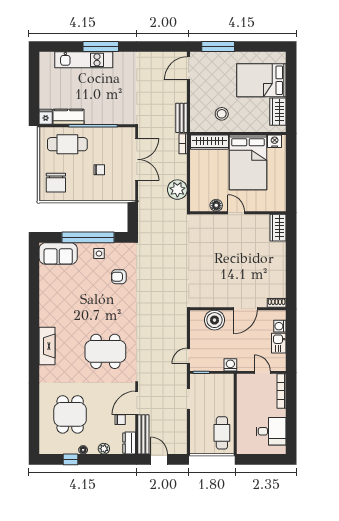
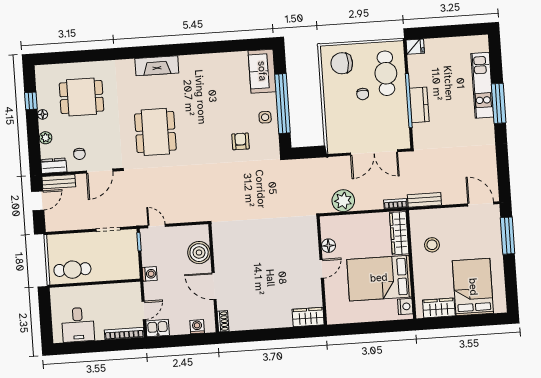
kitchen counter: (69, 117) -> (419, 105), moved
chair: (99, 170) -> (363, 94), moved
kitchen sink: (279, 343) -> (158, 328), moved
door: (137, 403) -> (100, 171), swing flipped
bench: (143, 434) -> (59, 182), width x0.73

